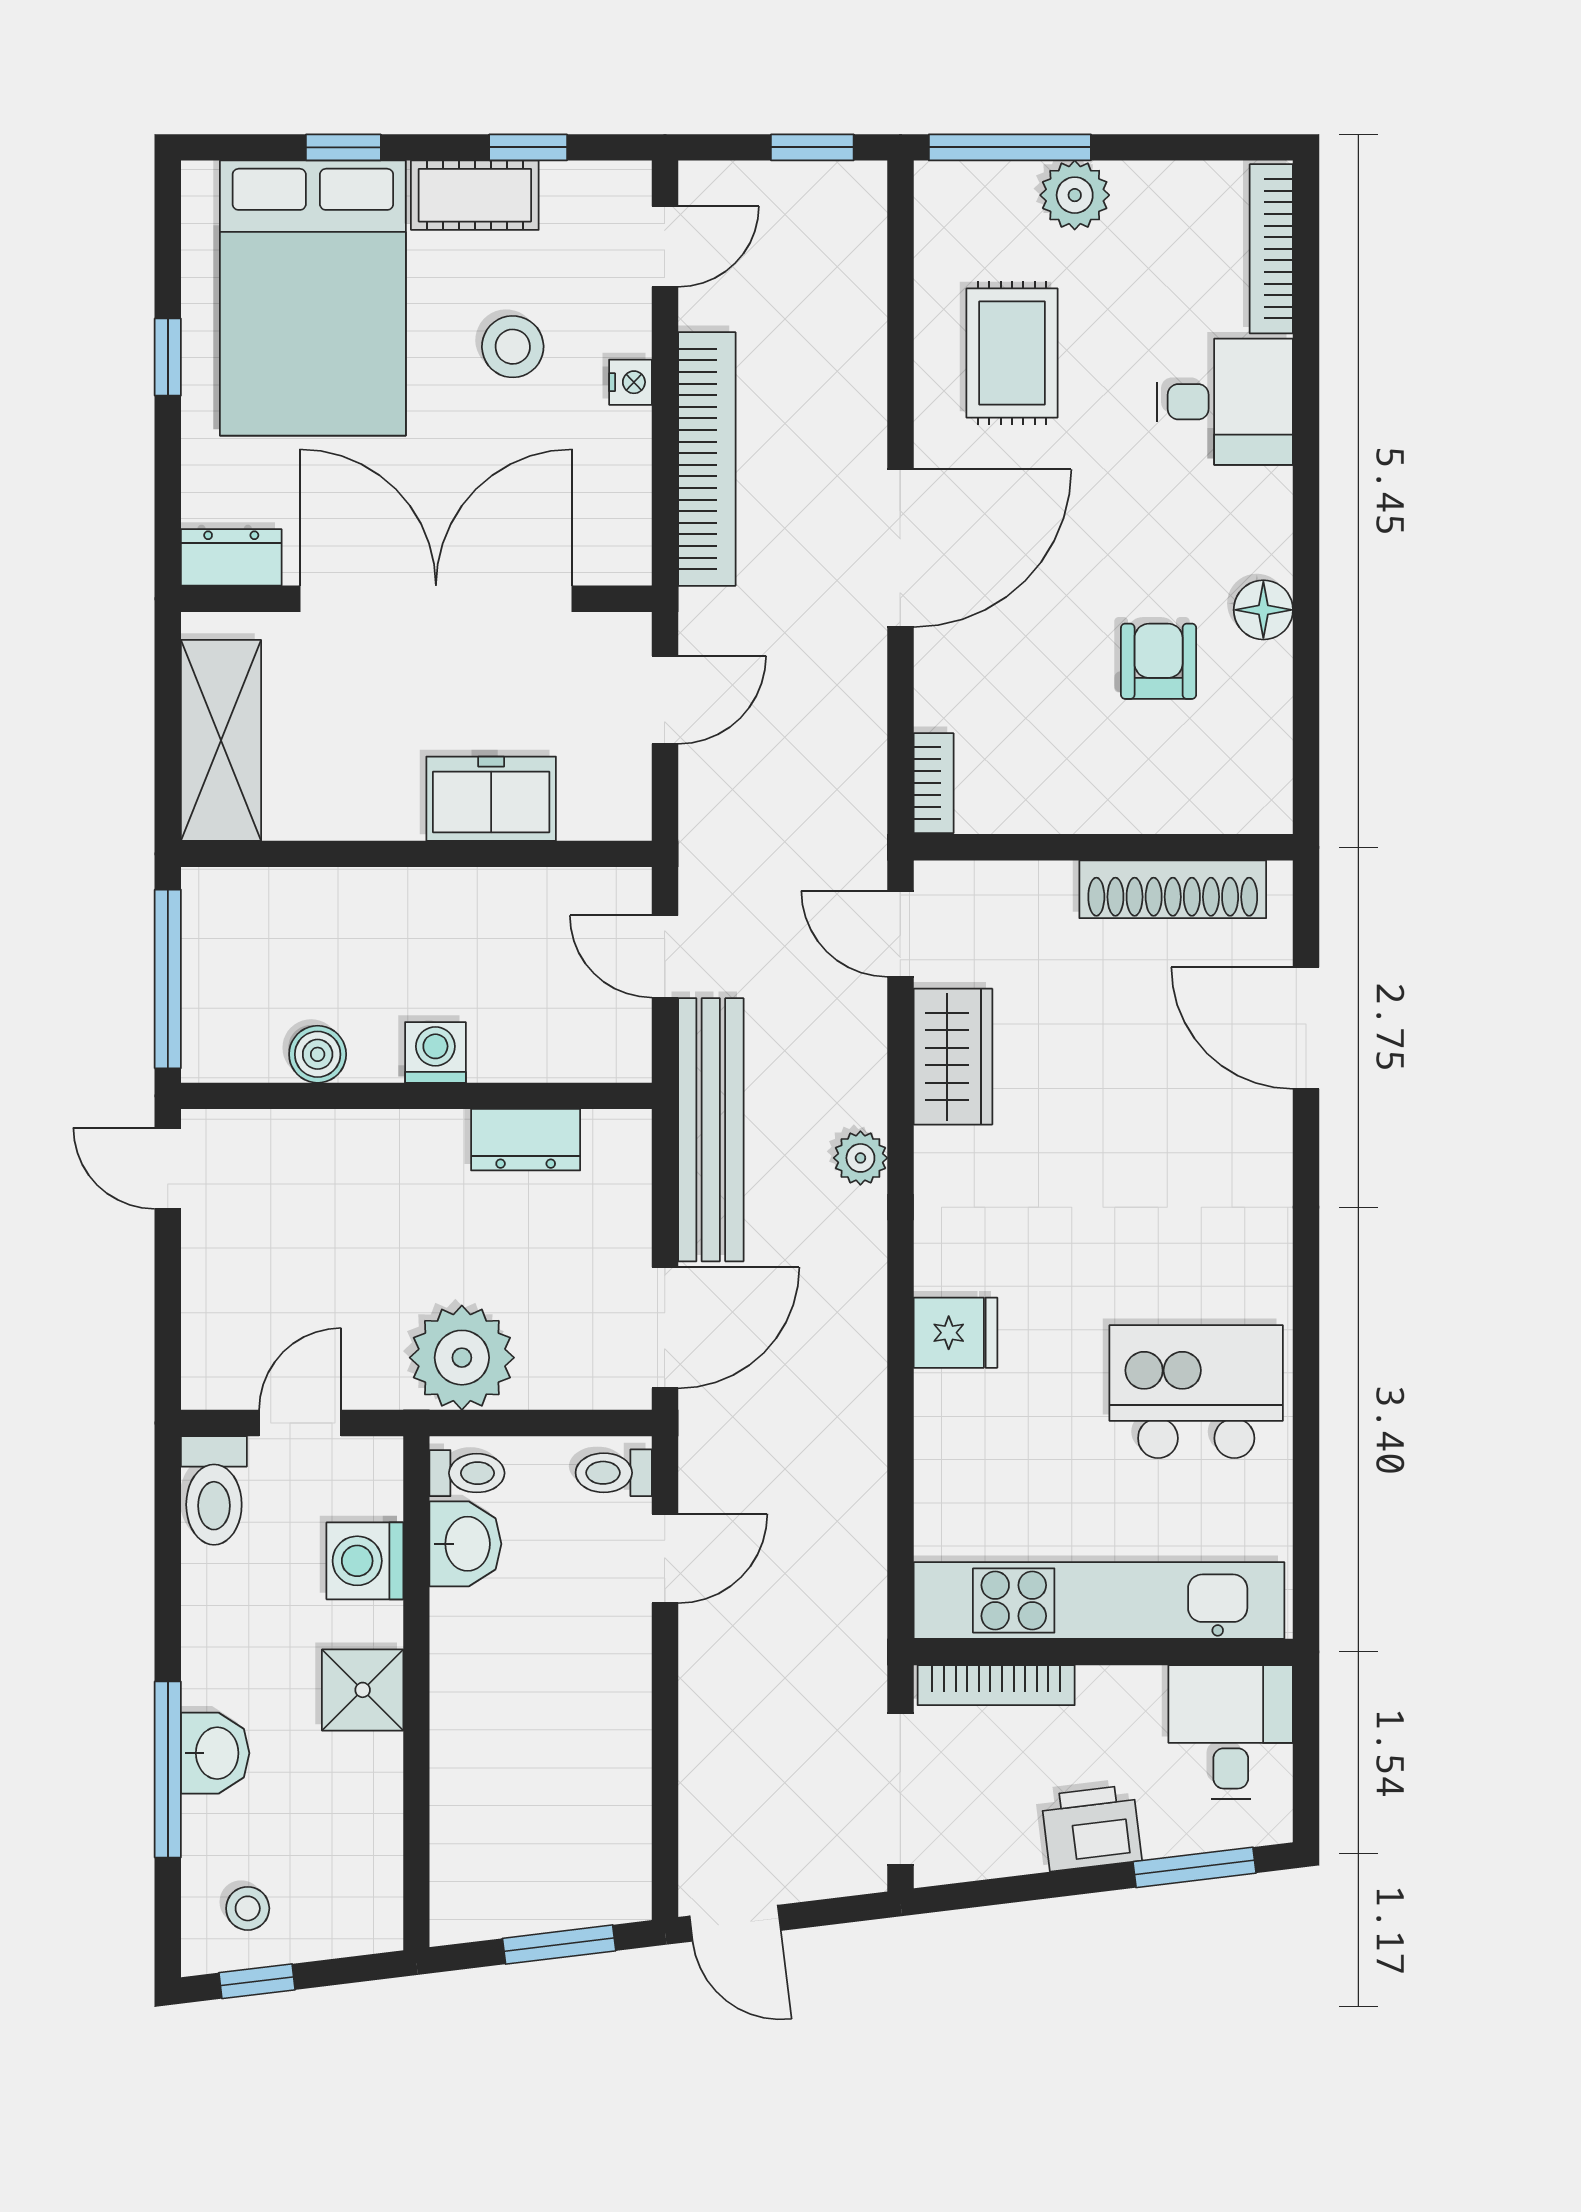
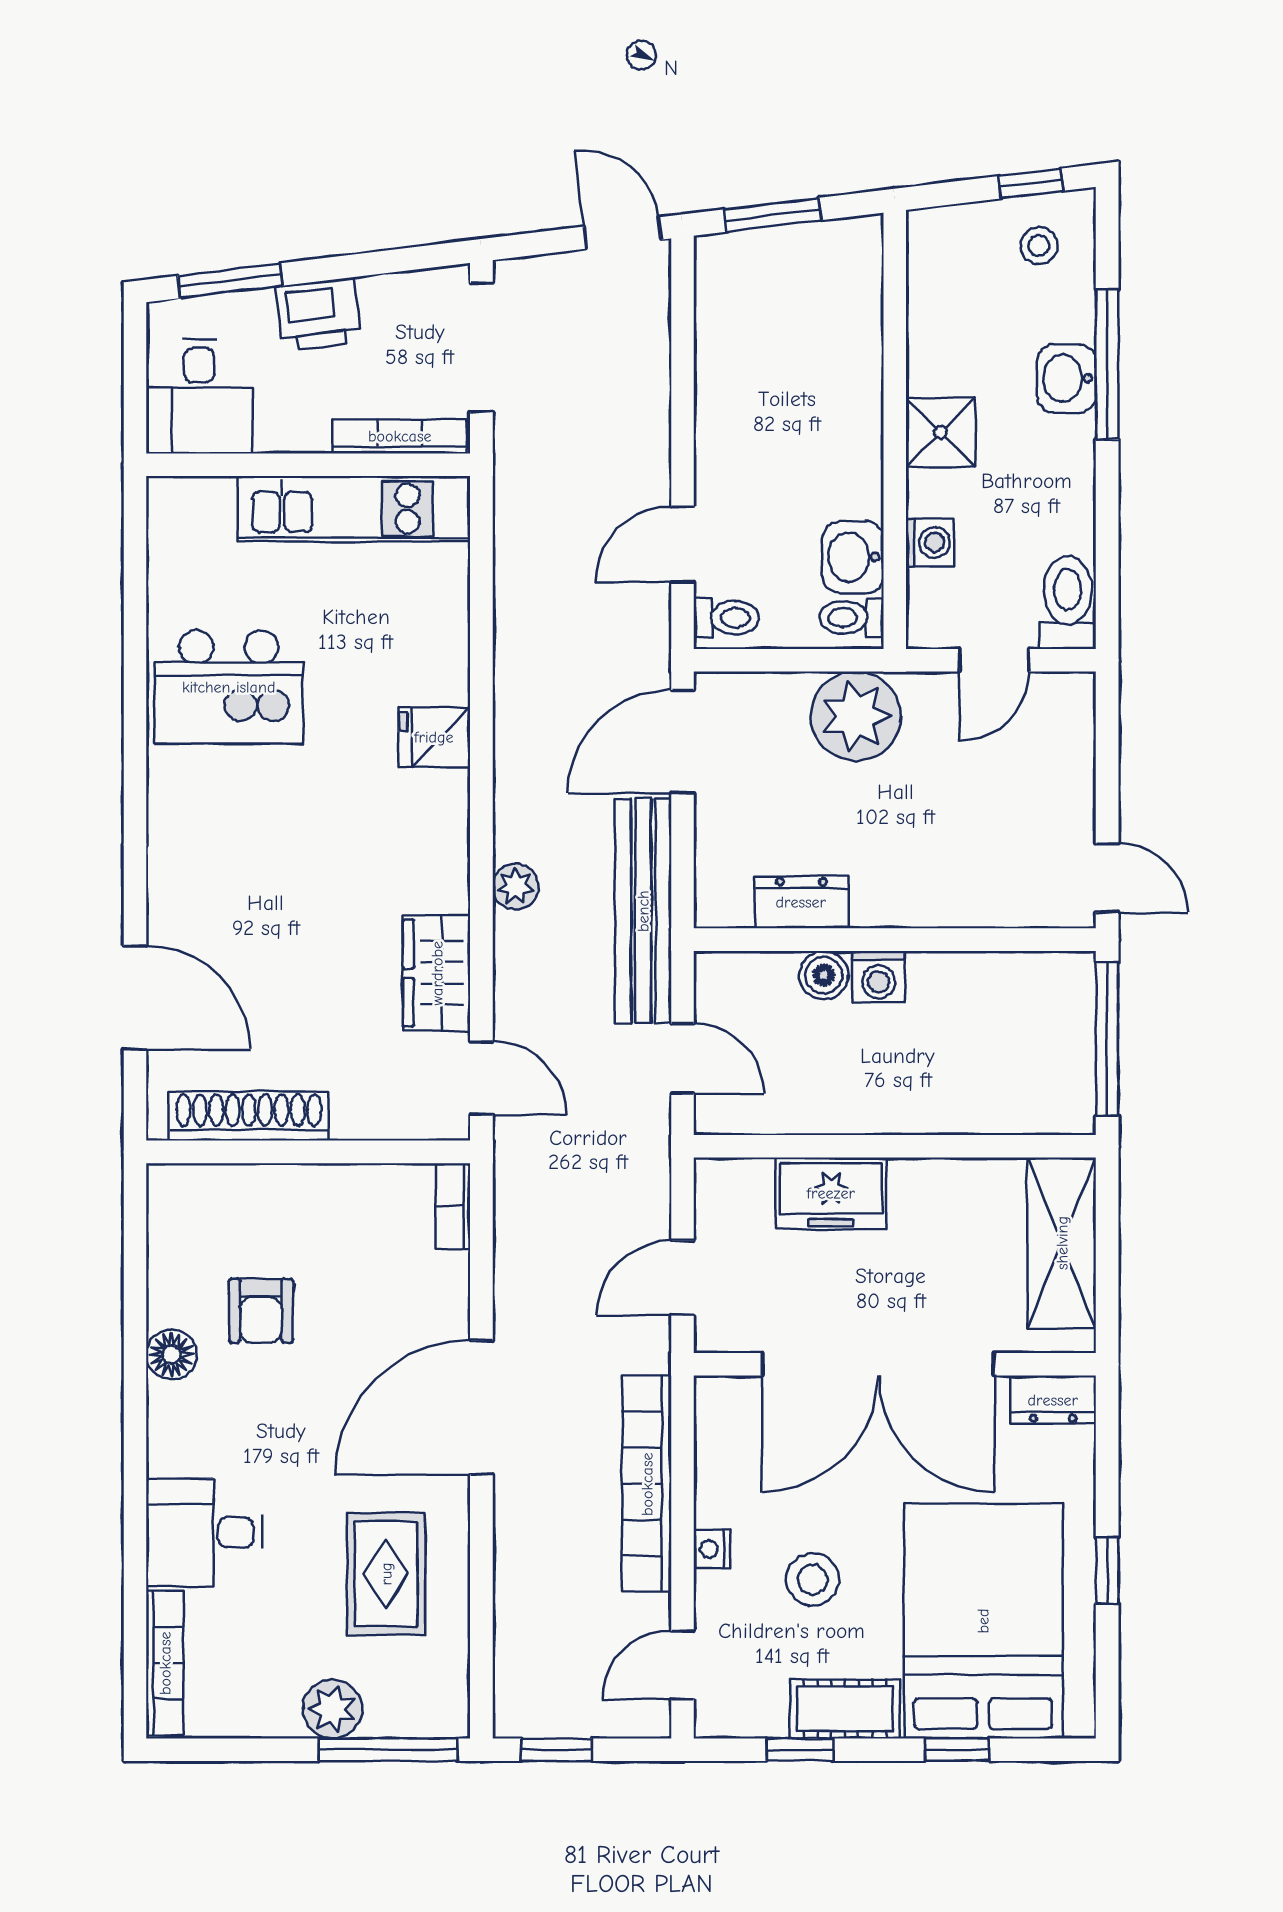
boiler: (318, 1054) -> (824, 975), moved
washing machine: (365, 1561) -> (930, 542), width x0.73, depth x0.73
kitchen unit: (1099, 1601) -> (354, 509), width x0.73

